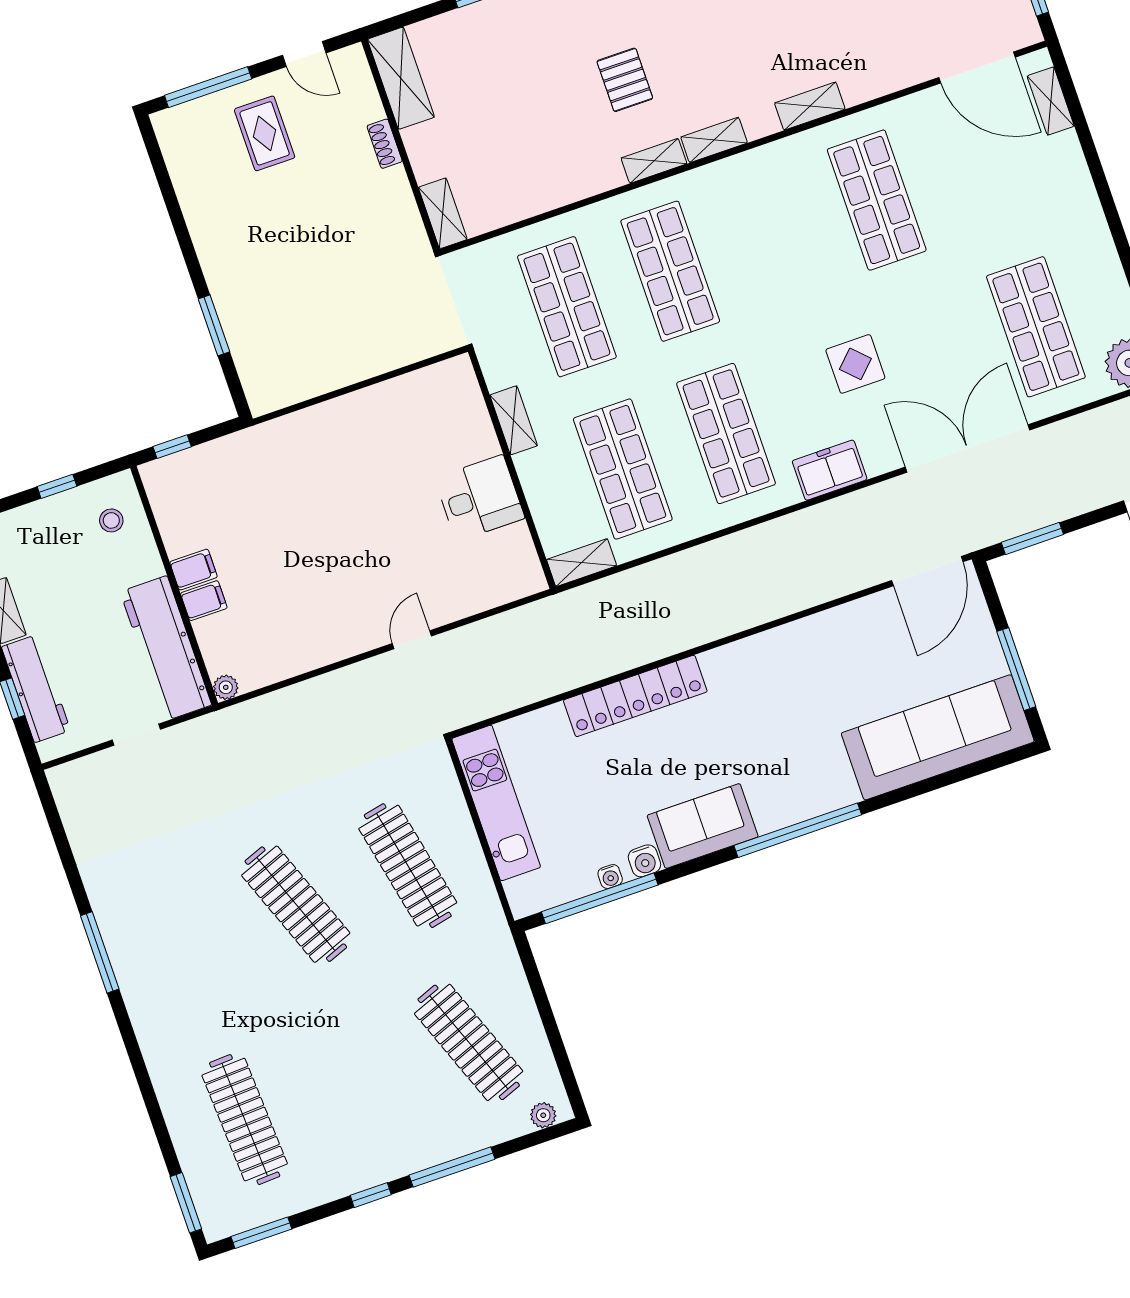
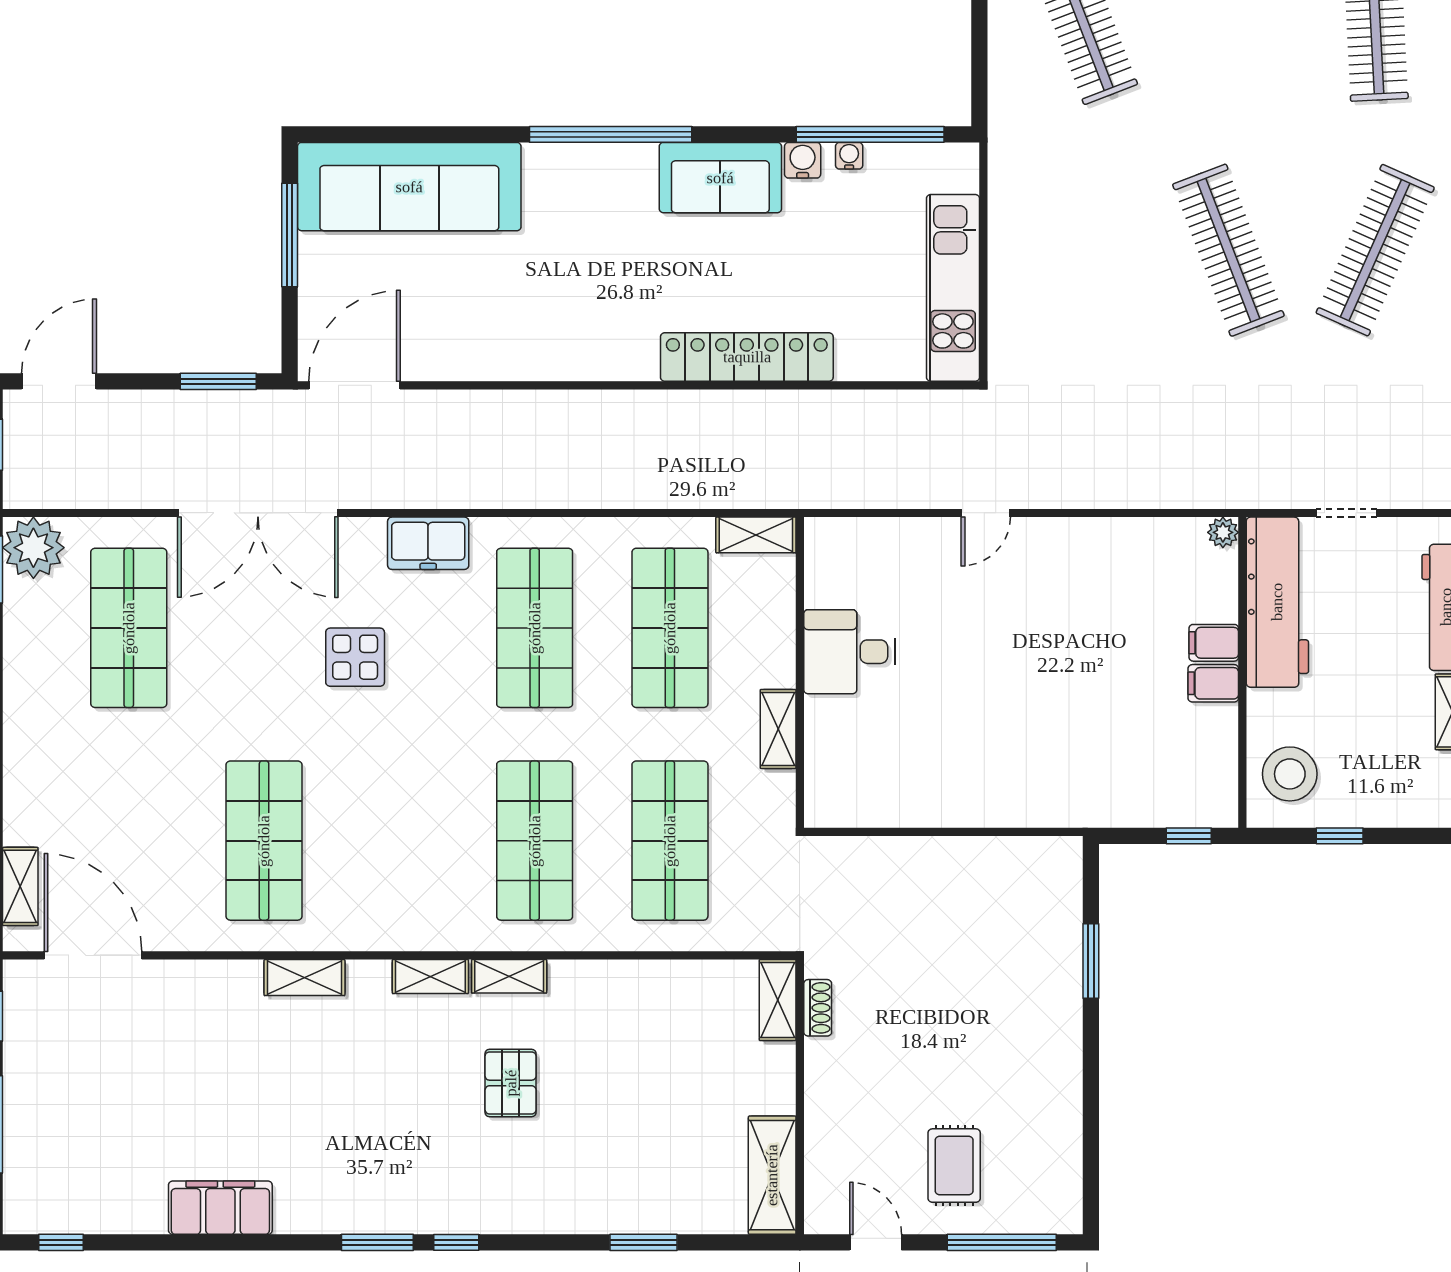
shoe rack: (385, 144) -> (818, 1008), moved
stool: (111, 520) -> (1290, 774), width x1.89, depth x1.89
clothes rail: (408, 866) -> (1375, 250), moved, turned 36

